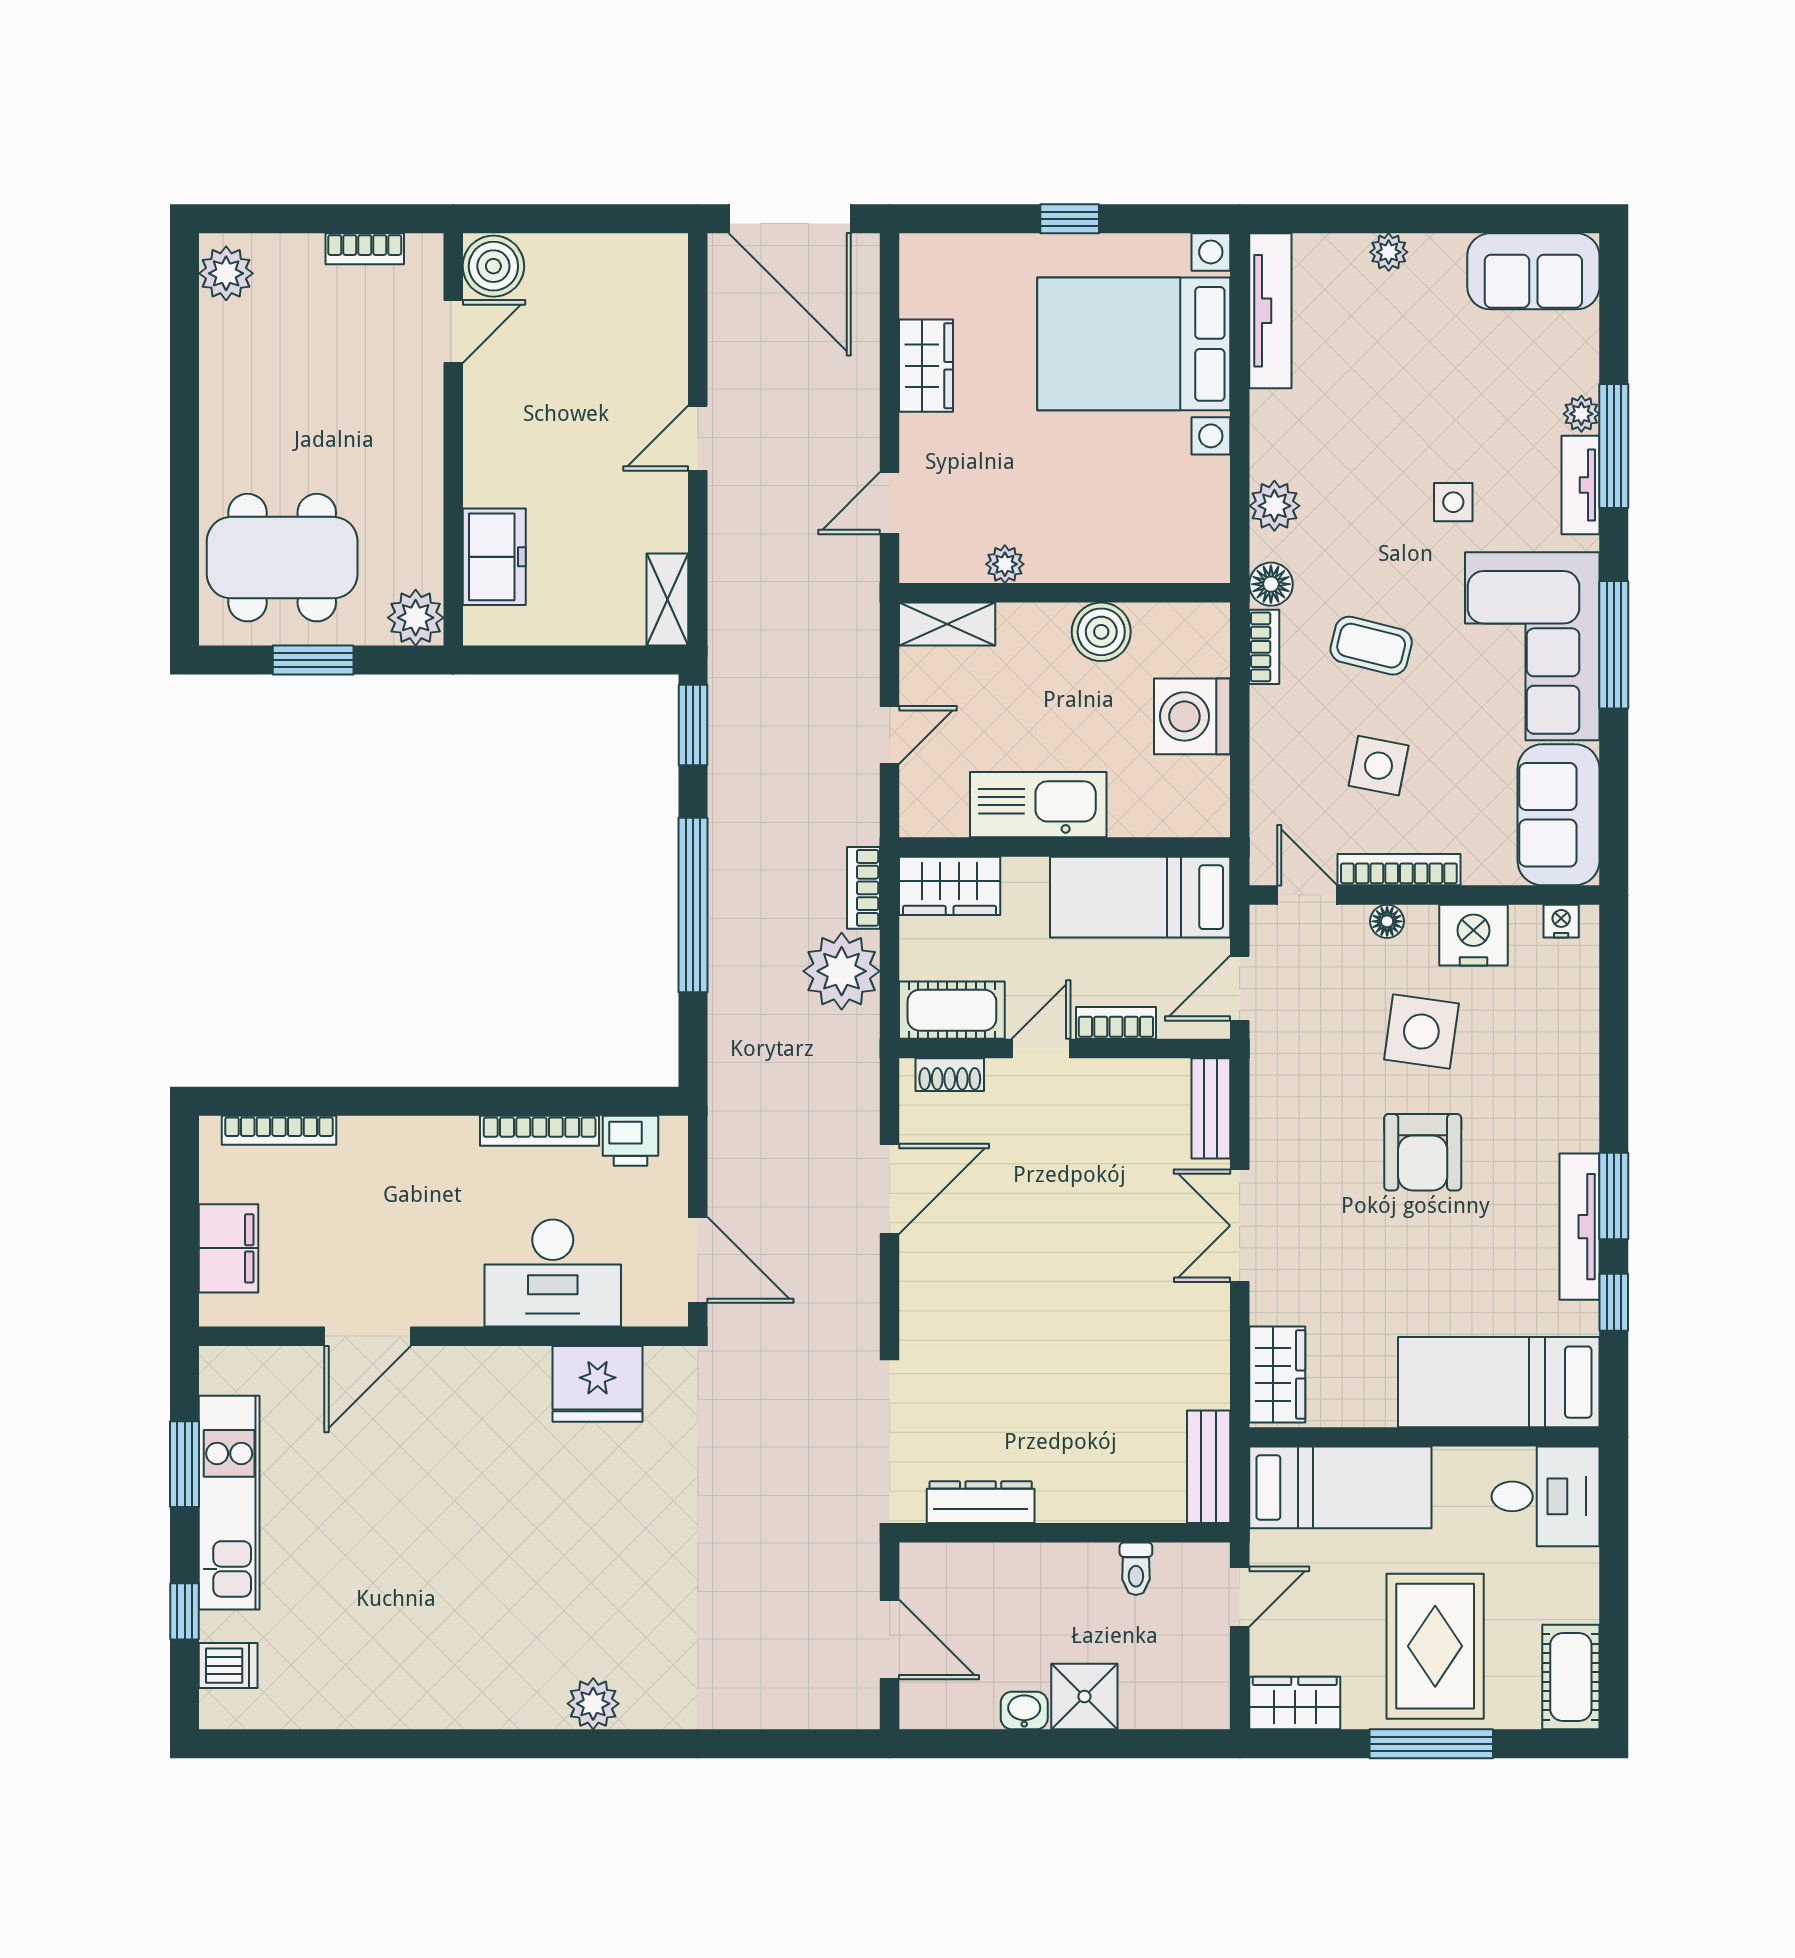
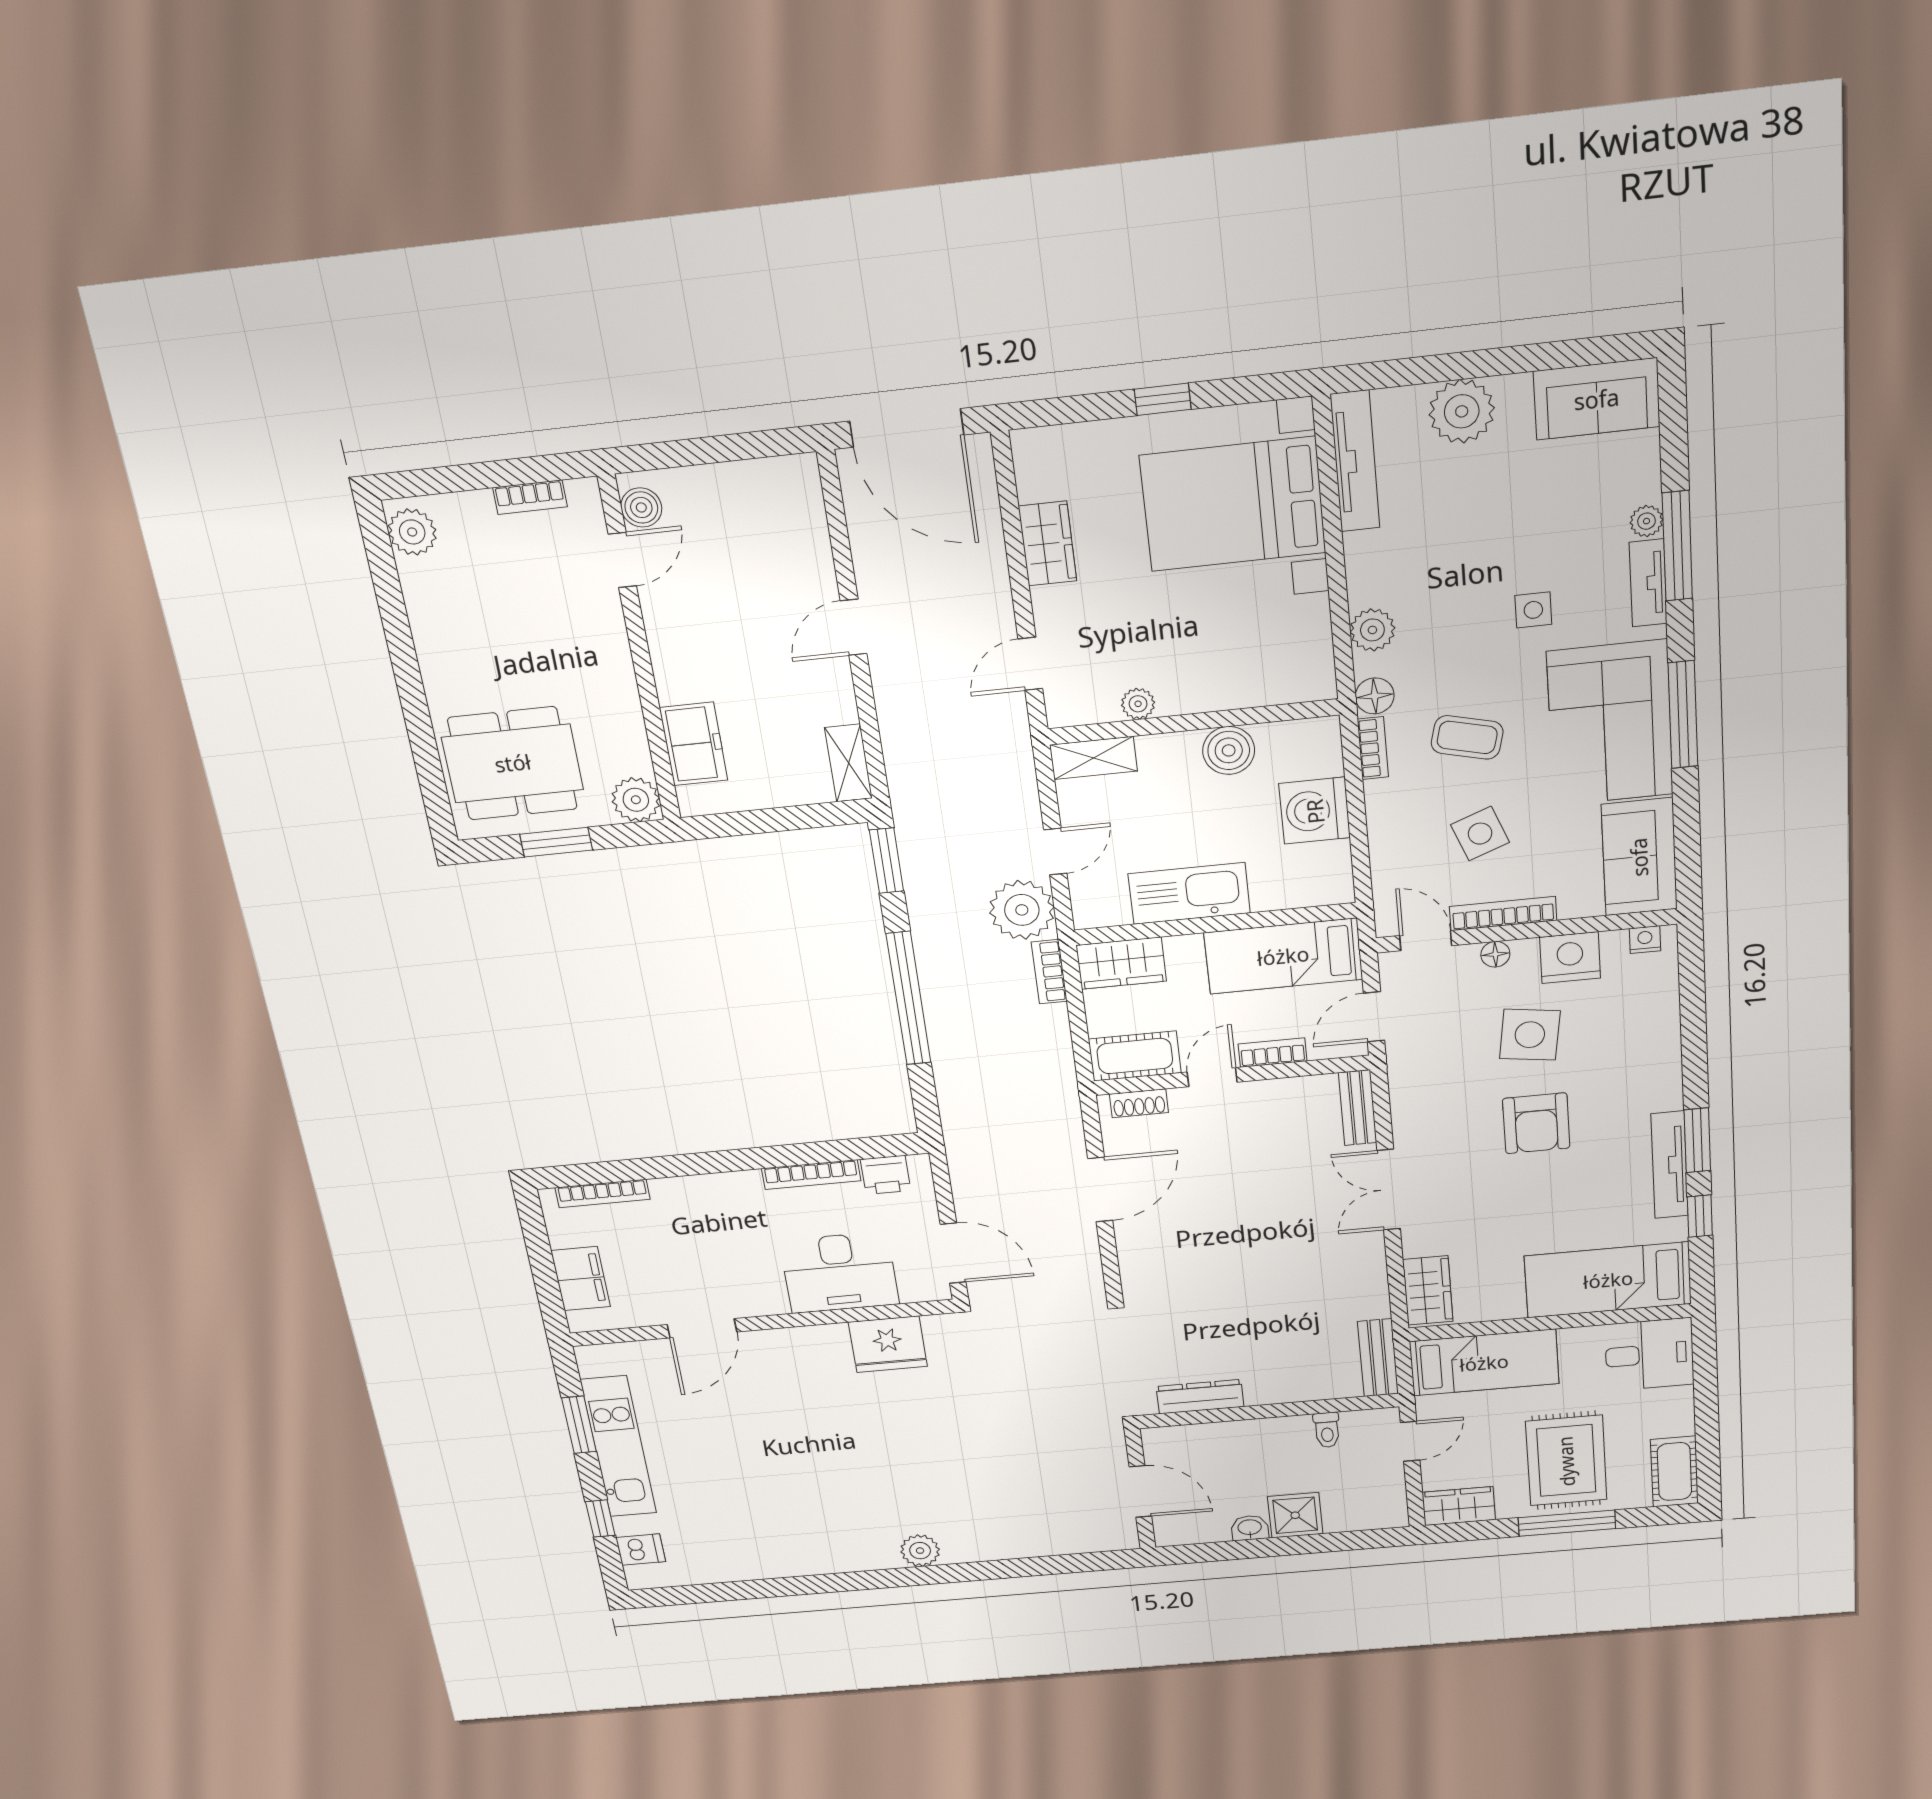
plant: (1389, 252) -> (1462, 411), width x1.88, depth x1.88
boiler: (493, 266) -> (641, 507), width x0.73, depth x0.73
side table: (1379, 766) -> (1480, 834), turned -32
plant: (842, 971) -> (1022, 910), moved

